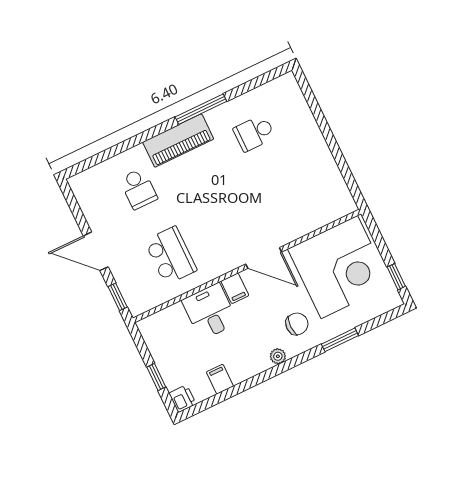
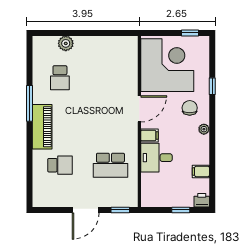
plant: (303, 119) -> (66, 43), added
school desk: (171, 255) -> (110, 165), turned 180
window: (340, 340) -> (212, 86), width x0.67

